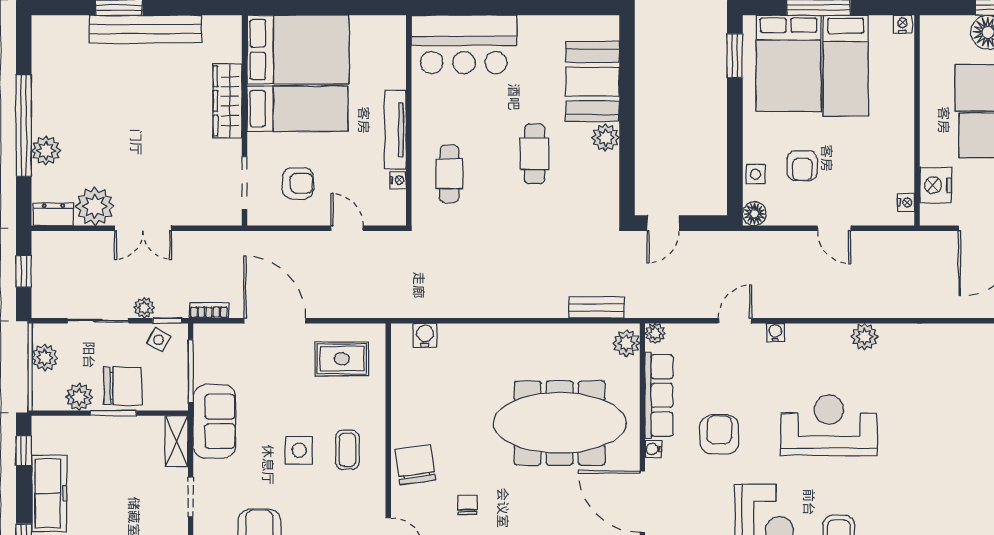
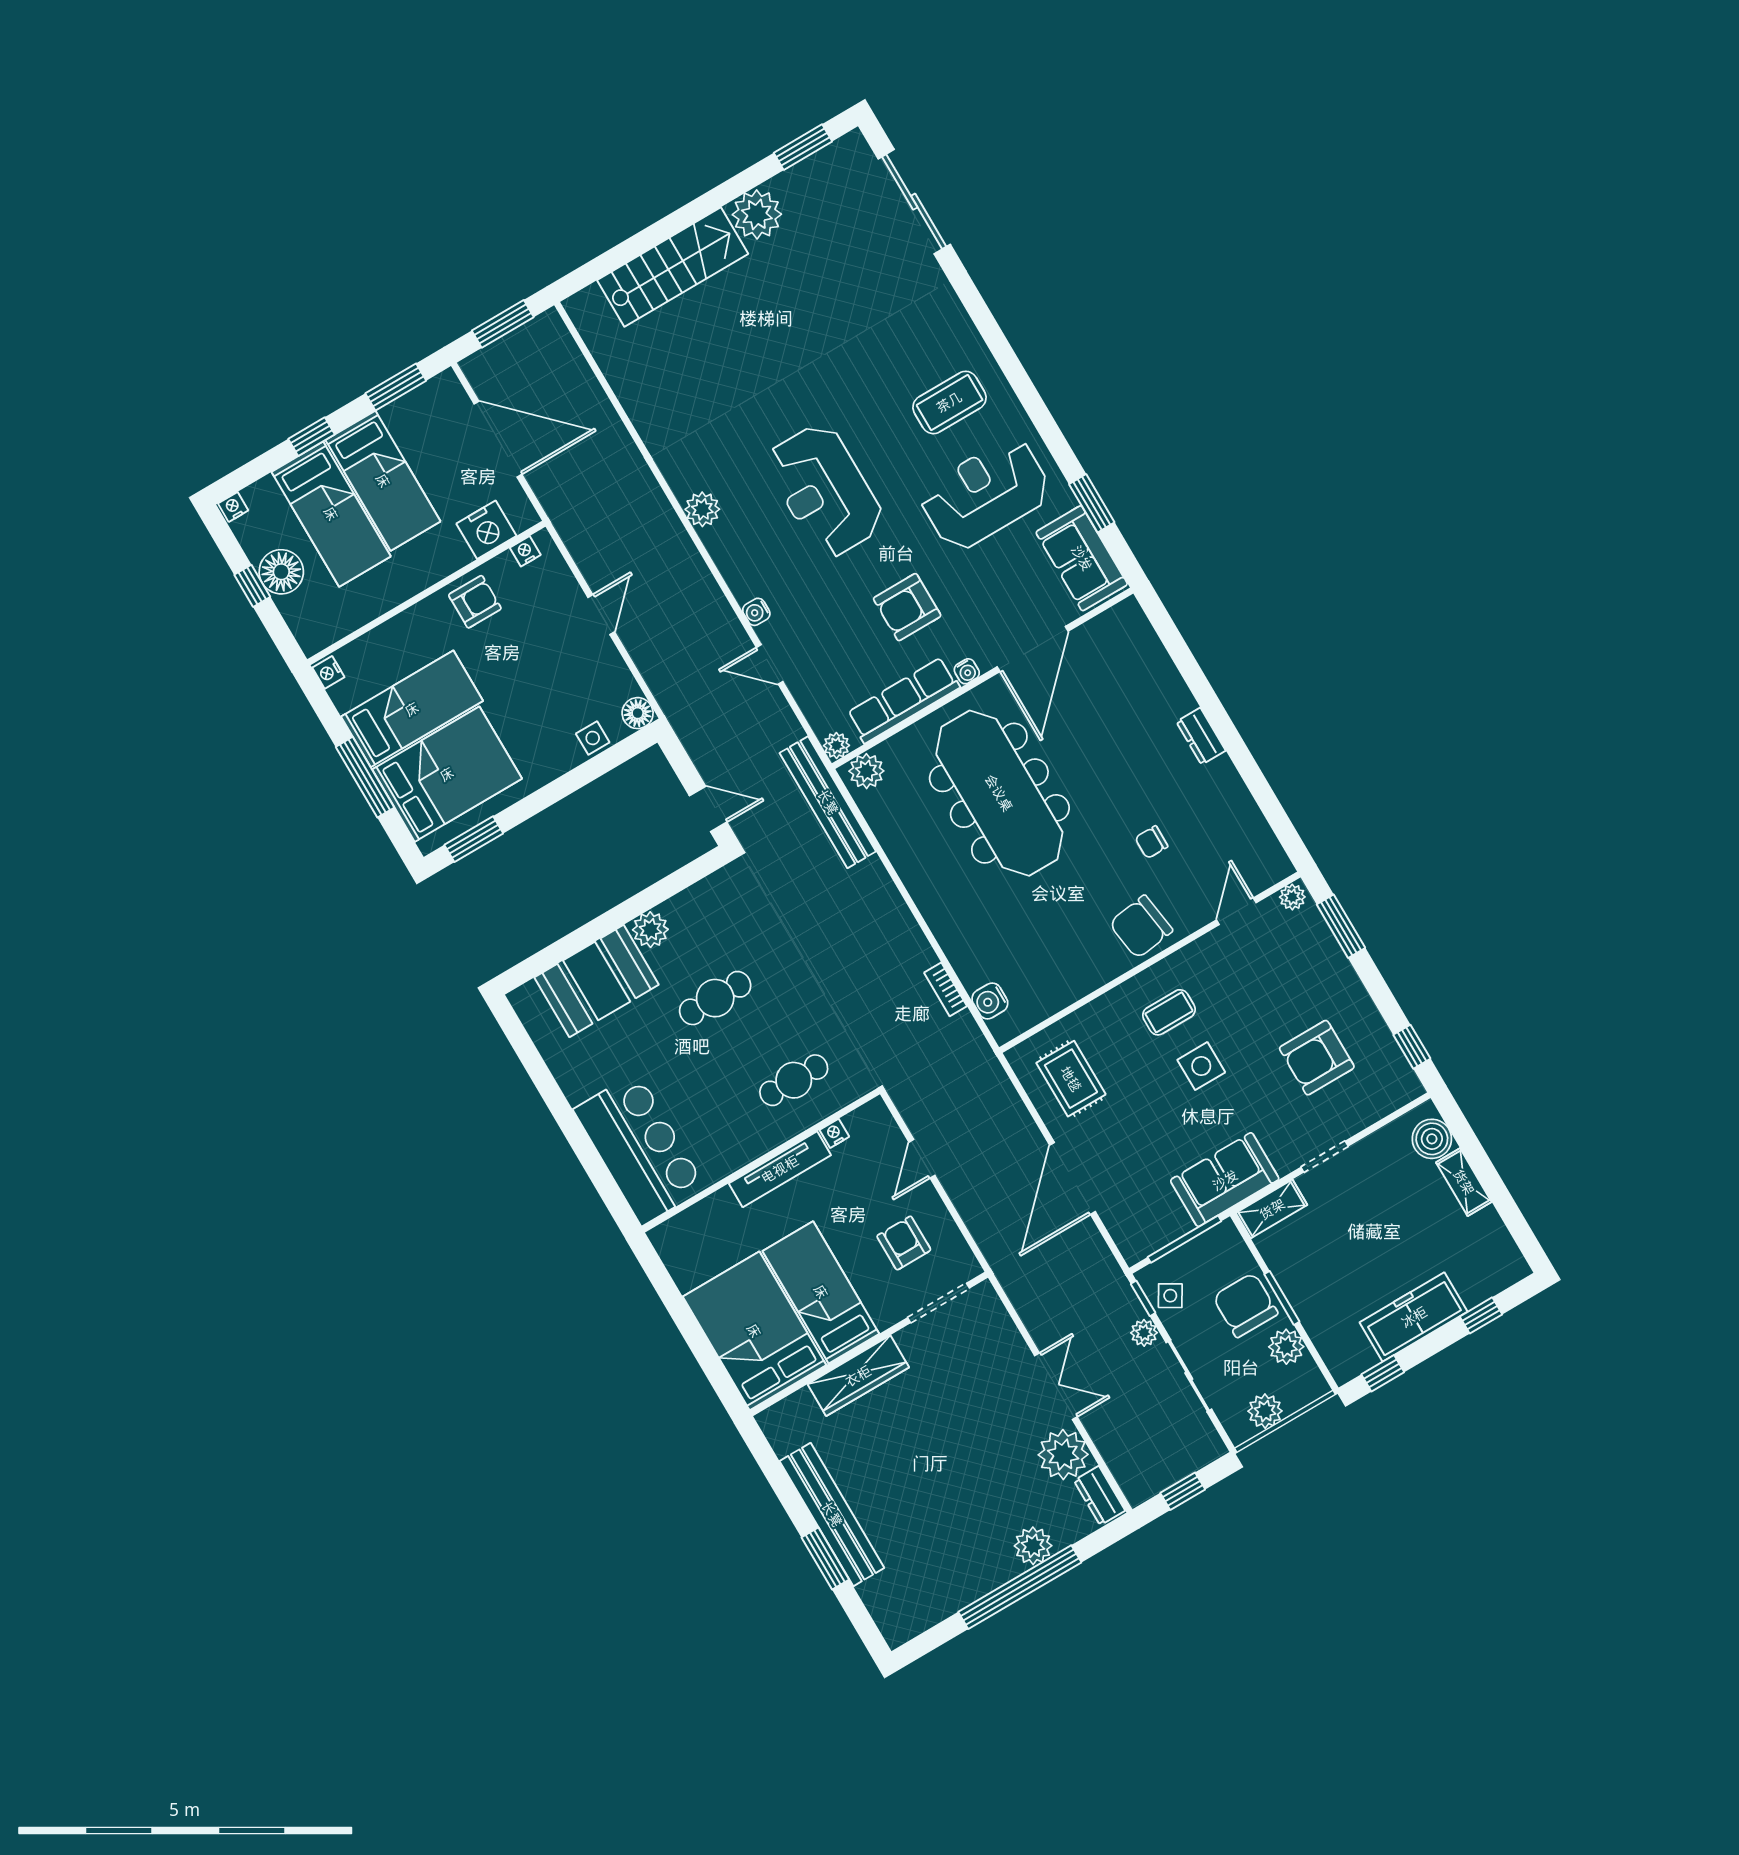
armchair: (802, 166) -> (475, 602), moved
bench: (597, 308) -> (828, 802), width x1.86, depth x1.21
bookcase: (209, 310) -> (946, 989), moved

